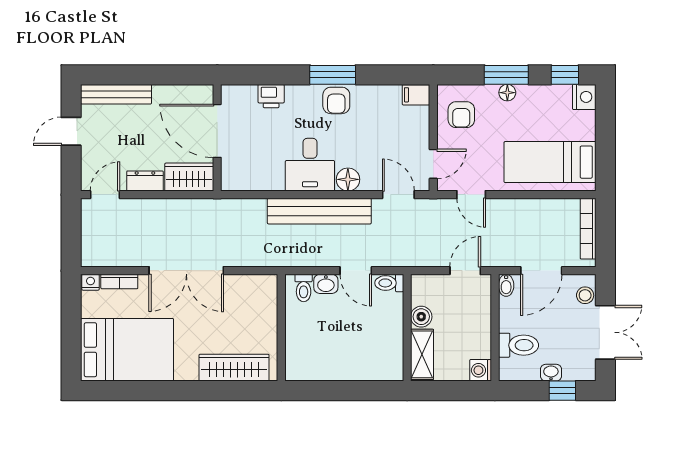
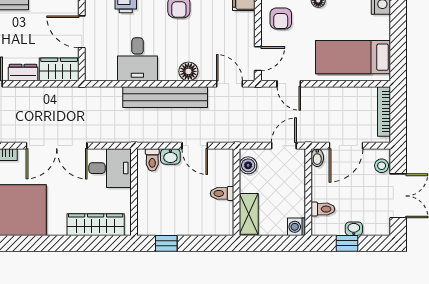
door: (217, 131) -> (82, 32), width x0.73
desk: (310, 165) -> (137, 59), moved
toilet: (389, 283) -> (222, 193), moved
desk: (252, 298) -> (110, 168), added
boiler: (421, 317) -> (248, 165), moved
toilet: (518, 345) -> (323, 209), width x0.73, depth x0.72
window: (321, 391) -> (166, 243), added
window: (562, 391) -> (347, 243), moved

